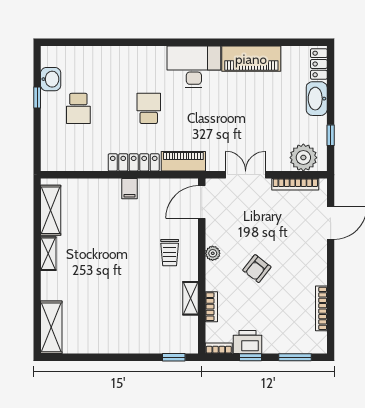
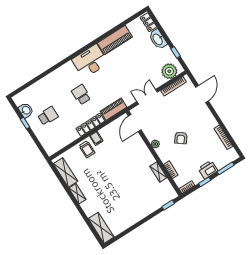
school desk: (78, 108) -> (48, 116), turned -90
trolley: (170, 253) -> (87, 149), moved
printer: (248, 342) -> (208, 170), moved

